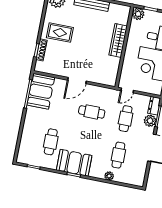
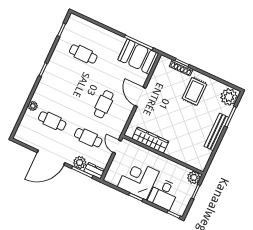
wardrobe: (118, 40) -> (150, 140), moved
booth: (74, 163) -> (55, 73), removed

